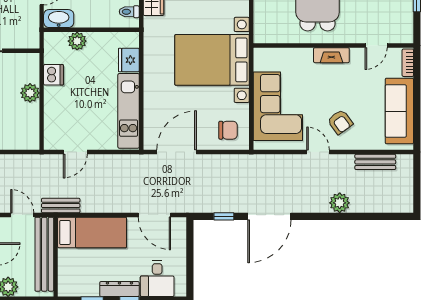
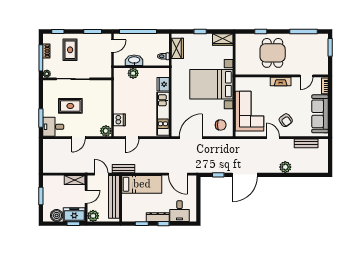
washbasin: (59, 19) -> (134, 60), moved
dishwasher: (53, 75) -> (119, 120), moved
plant: (30, 93) -> (106, 131), moved

